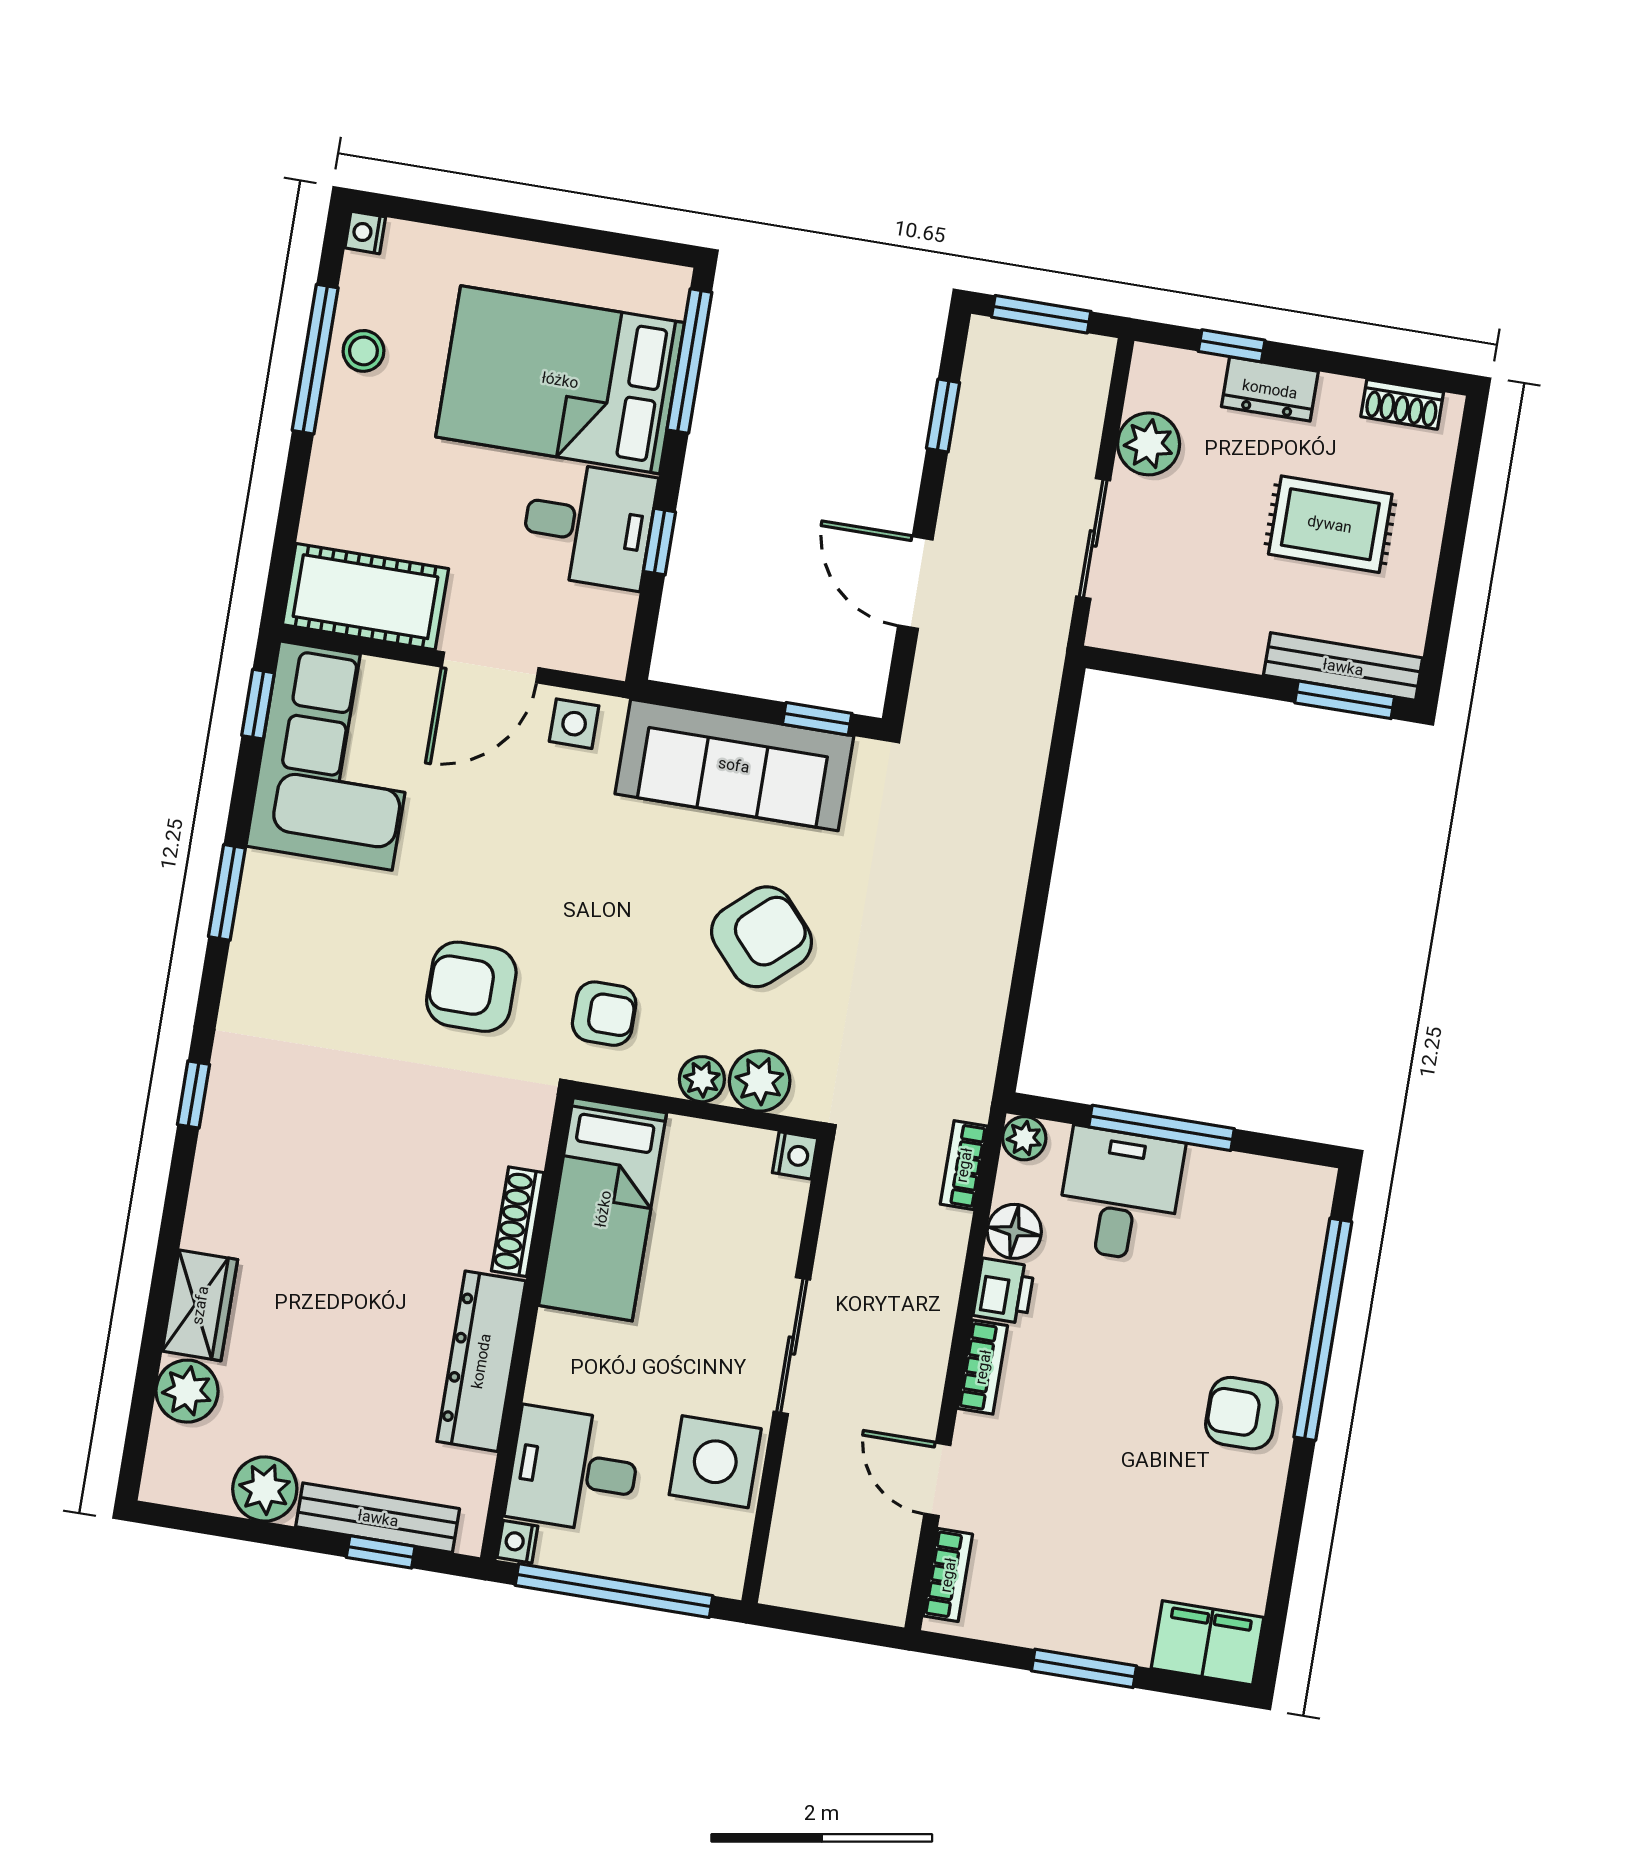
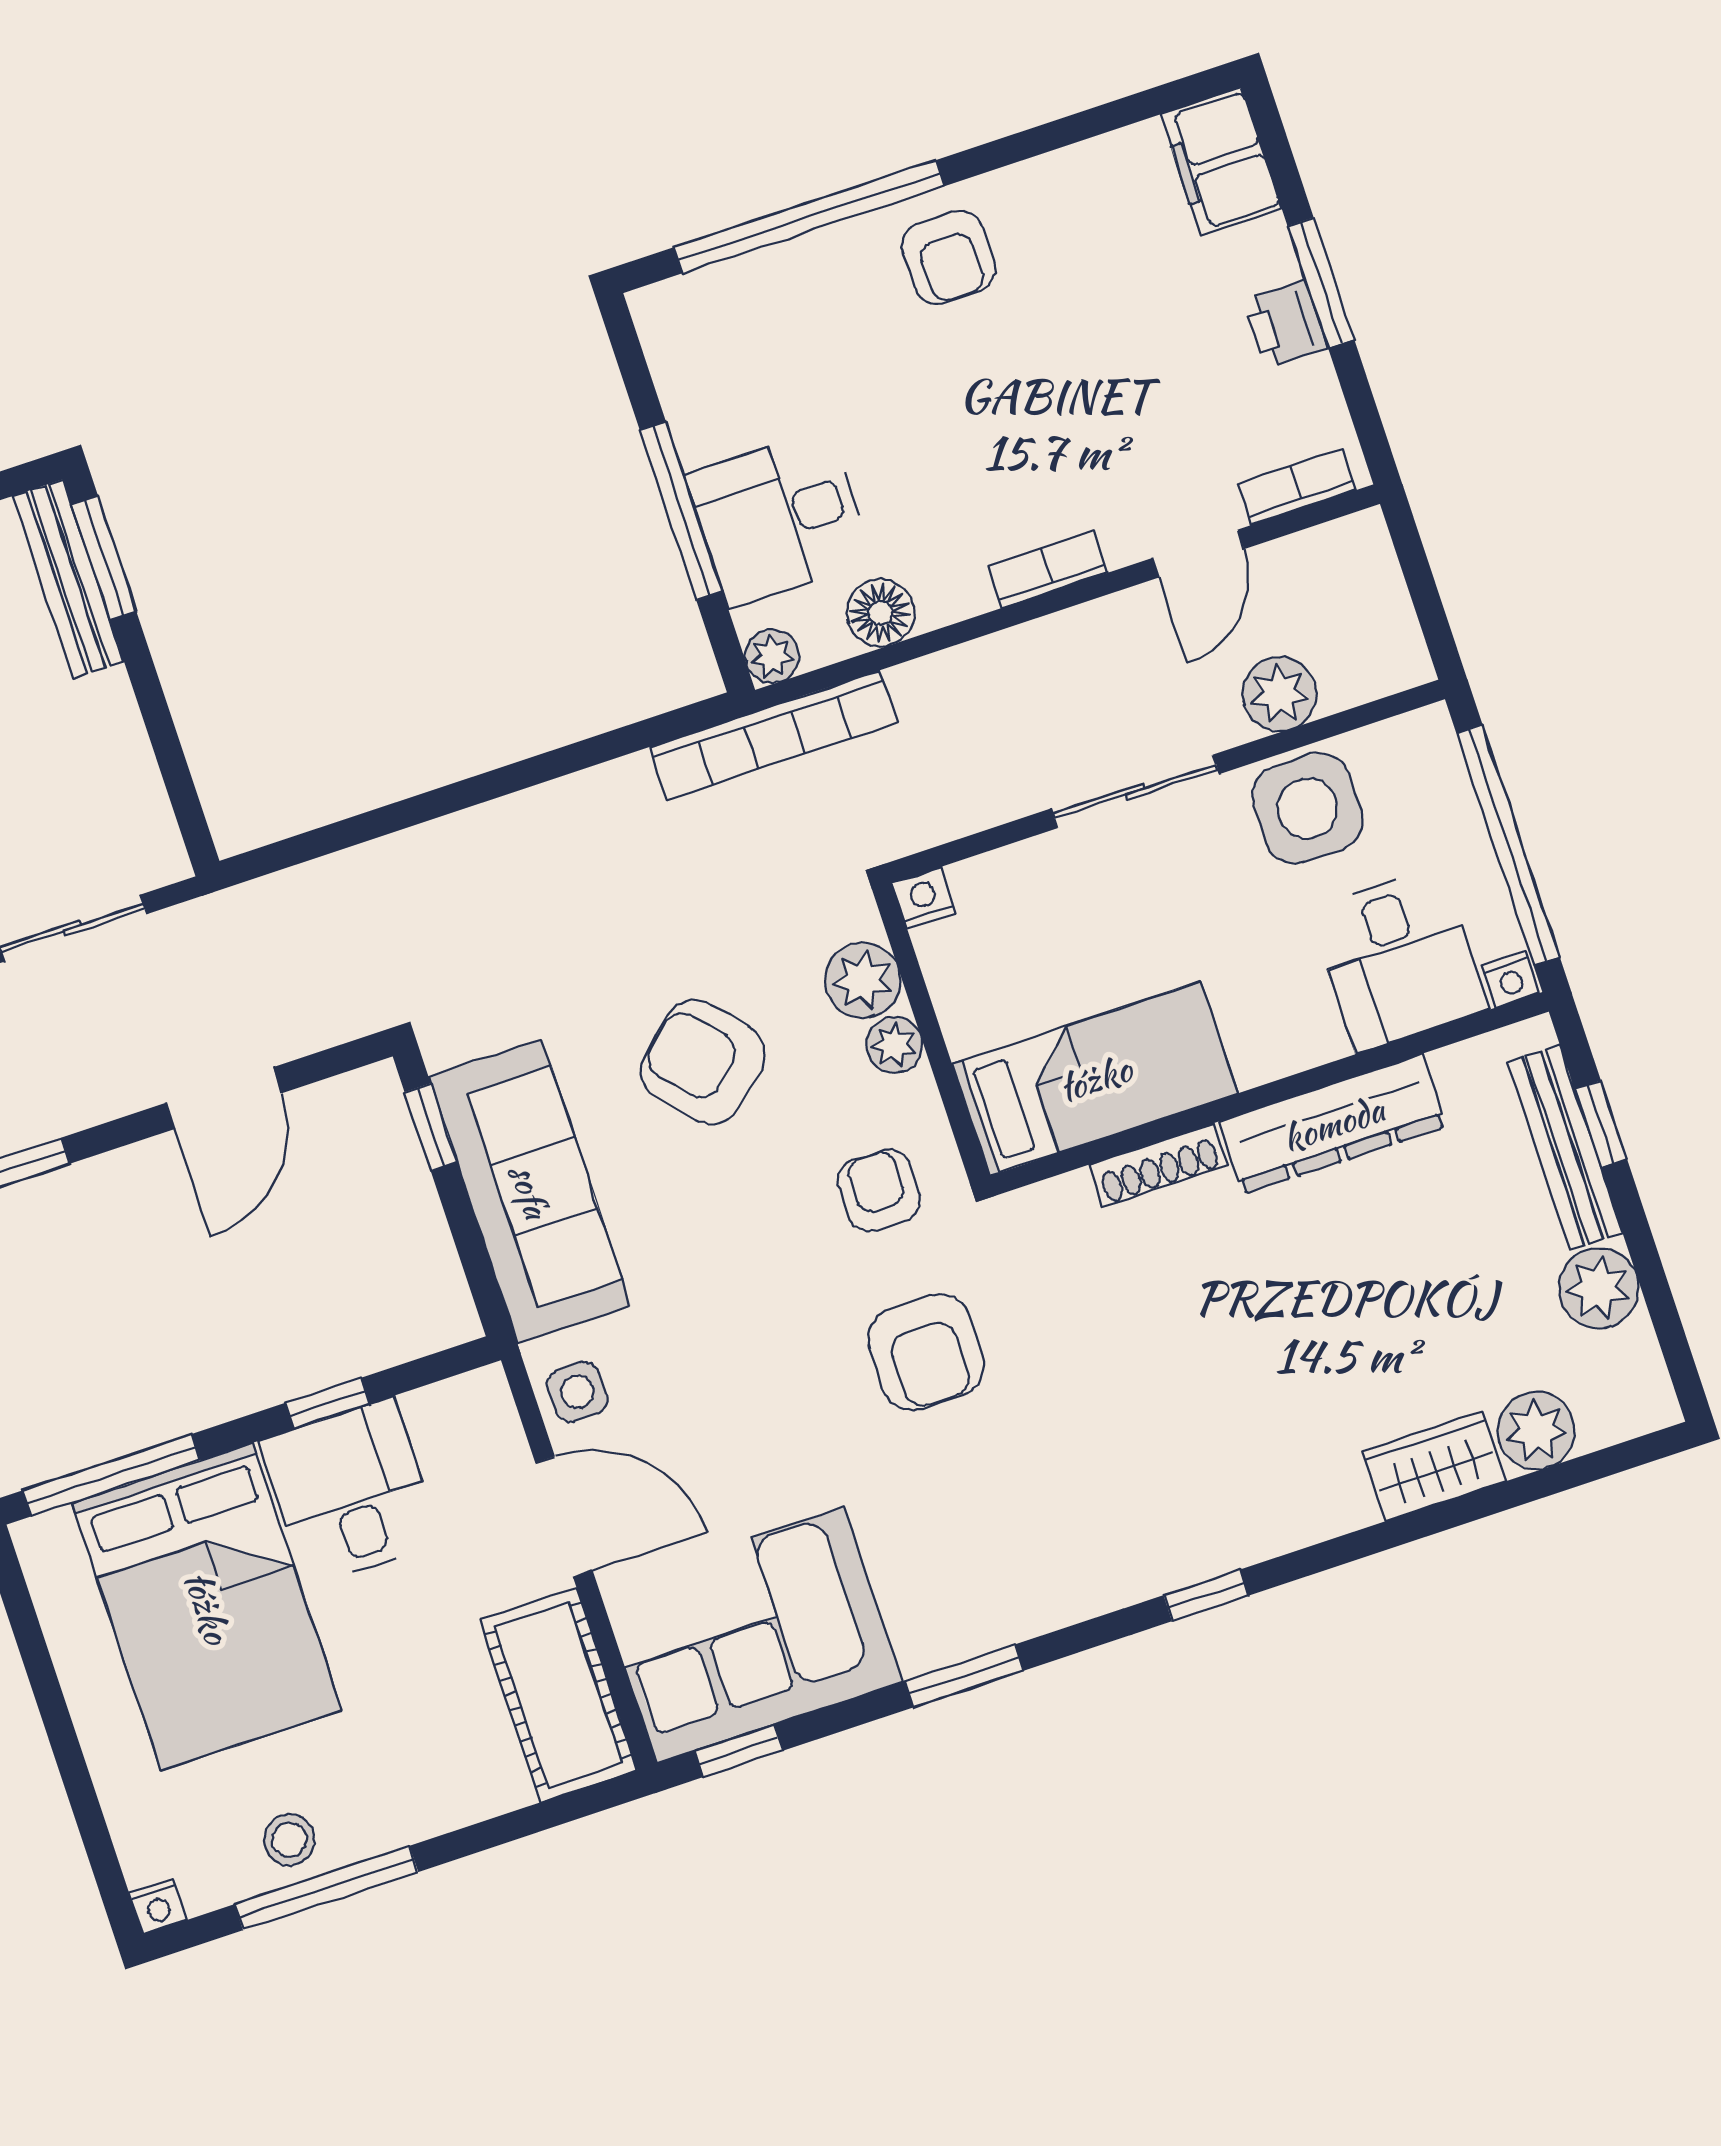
bookcase: (964, 1165) -> (773, 735), width x2.31, depth x1.31
printer: (1004, 1291) -> (1286, 324), moved, turned -90
plant: (807, 1485) -> (1279, 694), added

